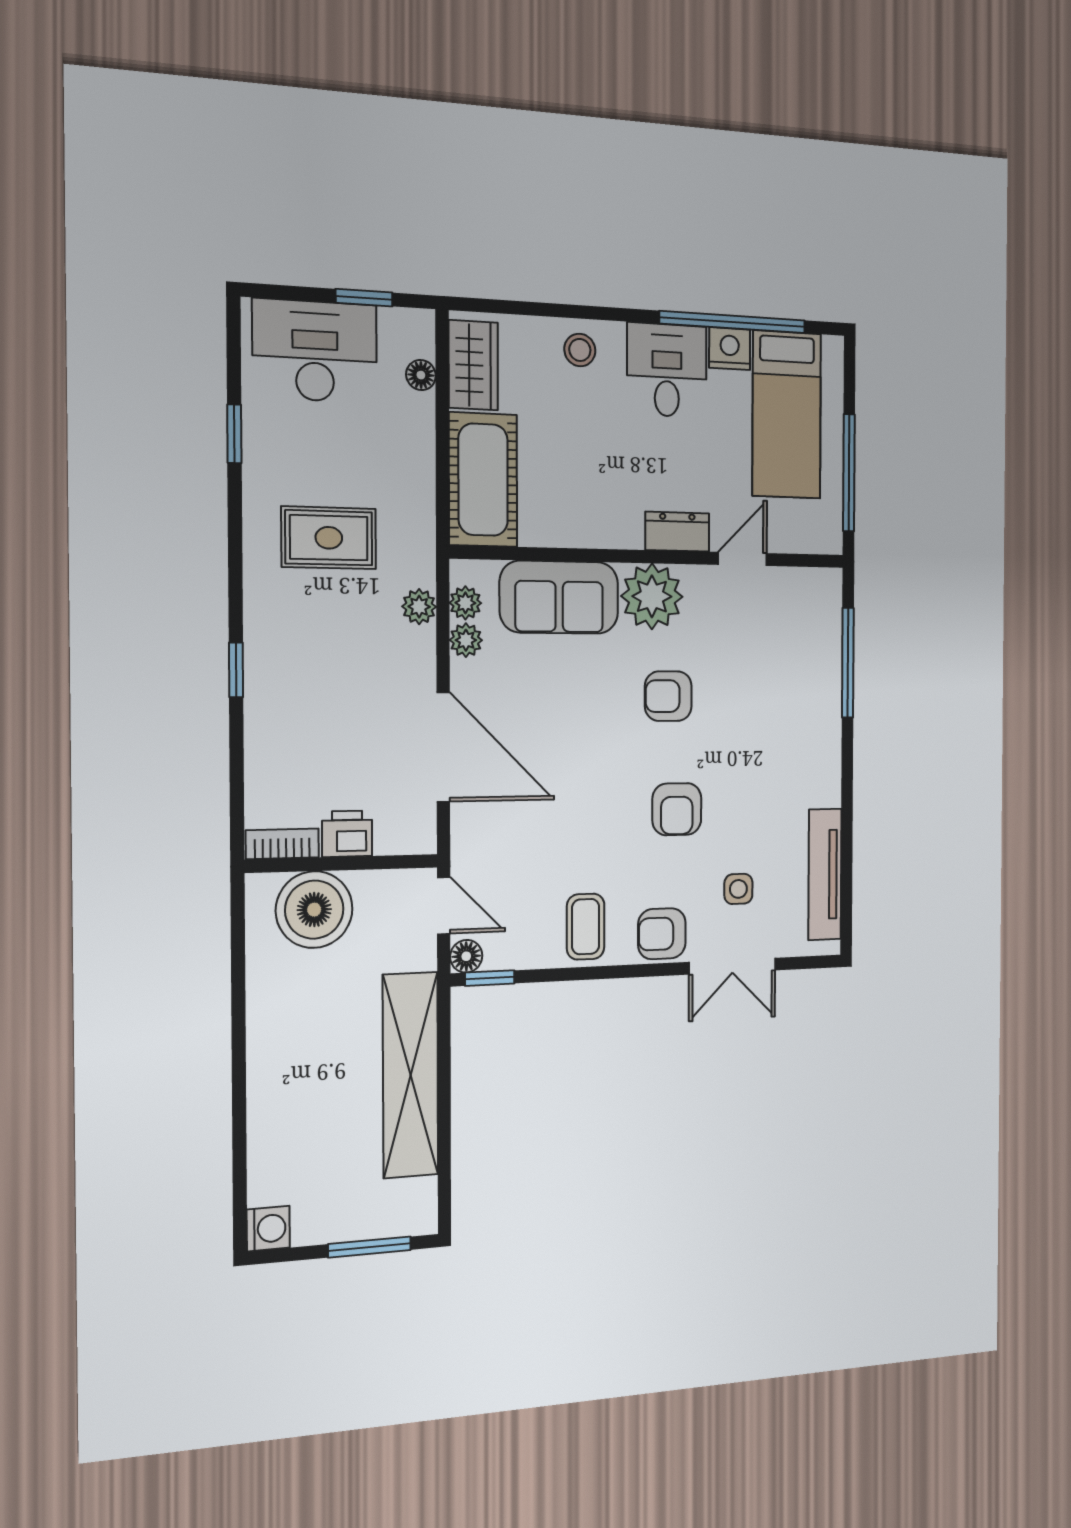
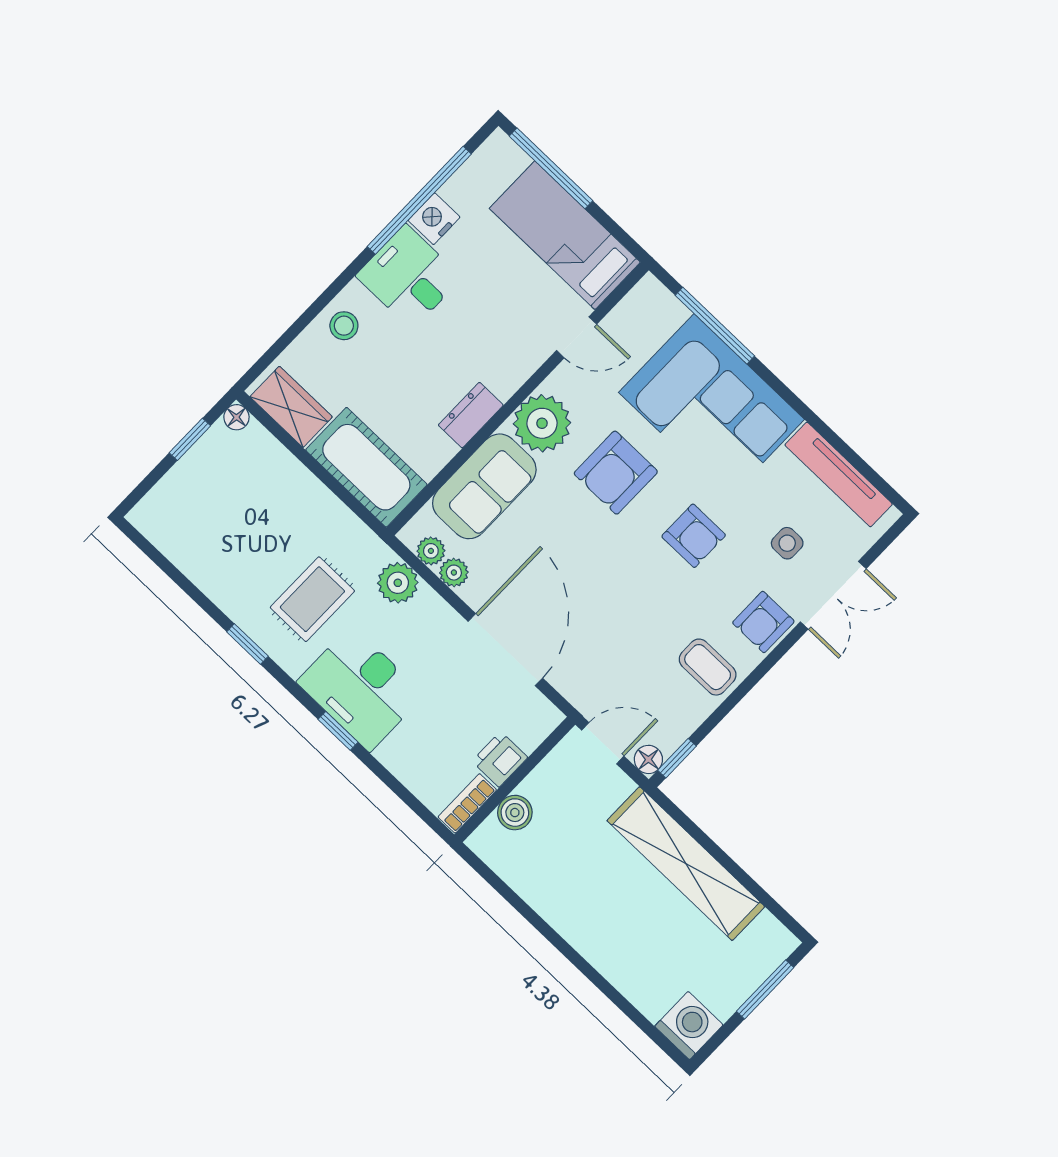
desk: (315, 351) -> (360, 688), moved, turned -90
floor lamp: (421, 375) -> (236, 417), moved
bed: (787, 415) -> (565, 235), moved, turned 180
window: (234, 434) -> (247, 644), moved
window: (849, 473) -> (551, 168), moved
dresser: (677, 532) -> (471, 415), moved
door: (742, 559) -> (577, 337), swing flipped
plant: (419, 607) -> (398, 583), width x1.38, depth x1.38
armchair: (668, 696) -> (616, 473), width x1.38, depth x1.38
corner sofa: (787, 722) -> (711, 406), added
door: (443, 747) -> (505, 650), hinge flipped
boiler: (314, 910) -> (515, 813), width x0.54, depth x0.54
washing machine: (268, 1229) -> (689, 1026), width x1.38, depth x1.38

